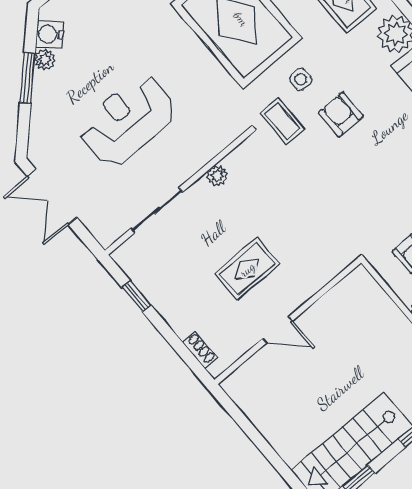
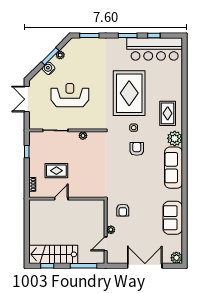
water cooler: (50, 34) -> (49, 68), moved
coffee table: (282, 121) -> (117, 136), removed
rug: (247, 269) -> (56, 171), moved
door: (277, 330) -> (61, 199), swing flipped

